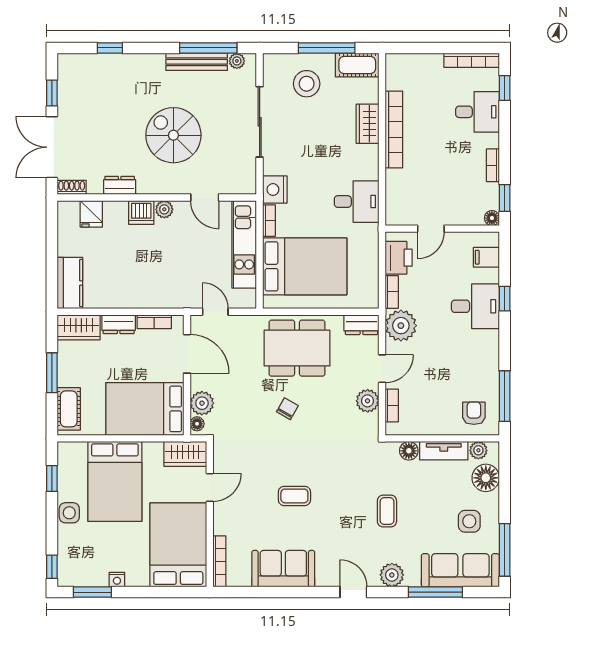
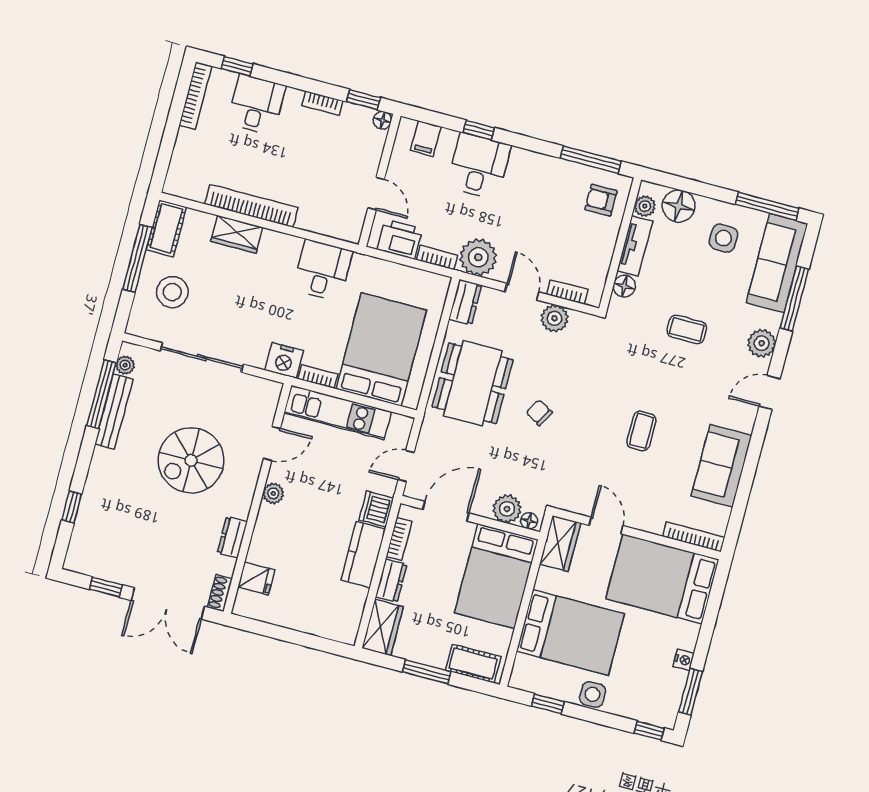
dishwasher: (141, 212) -> (376, 509), moved, turned 180
kitchen counter: (70, 283) -> (363, 555), moved, turned -90

